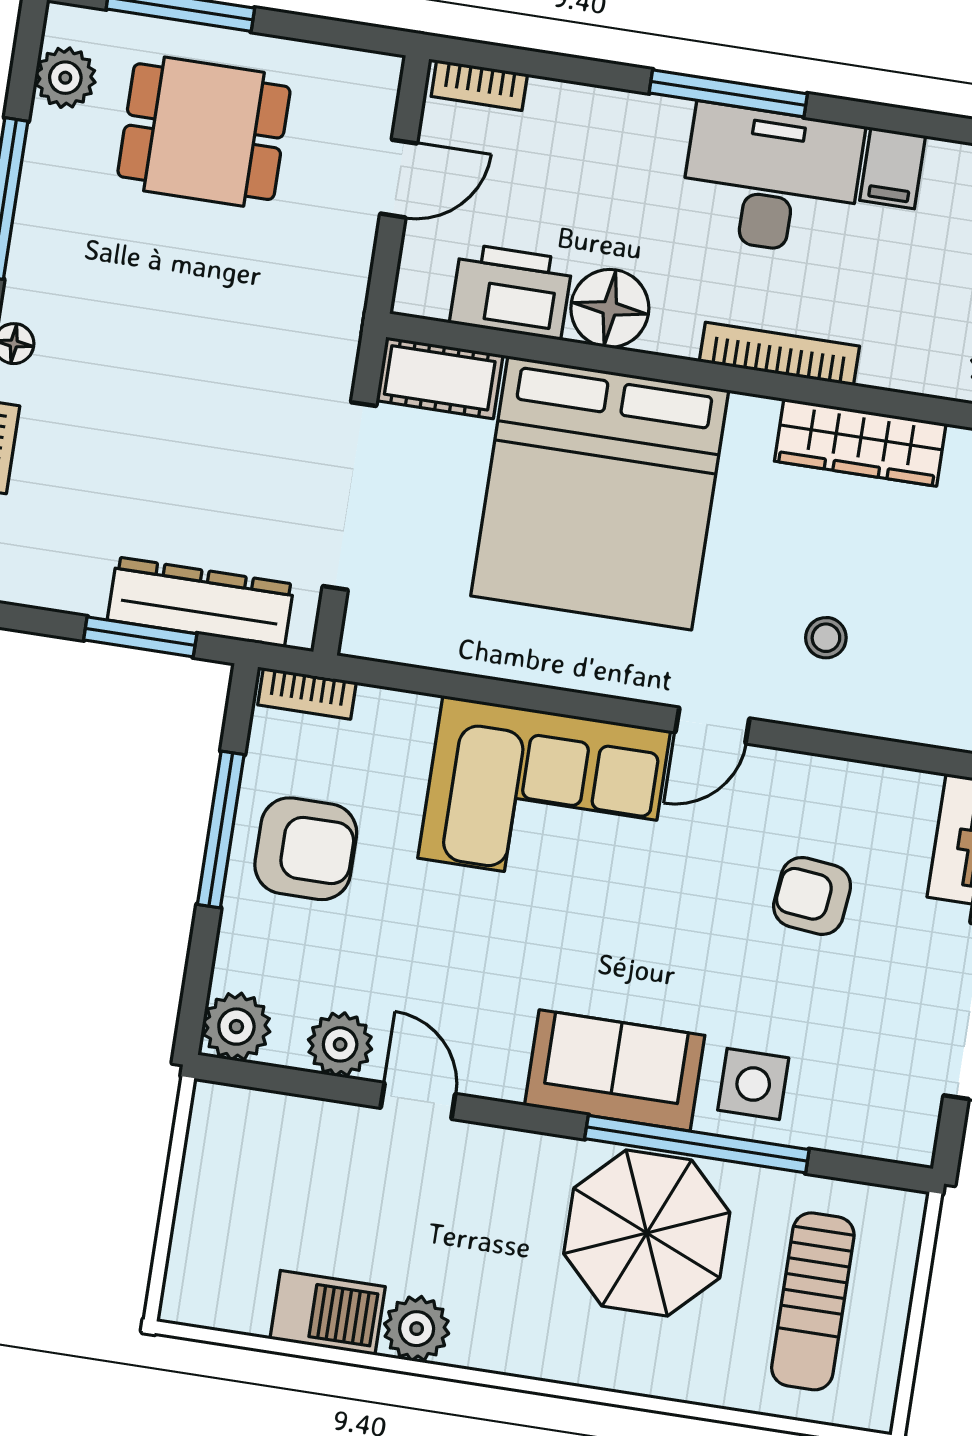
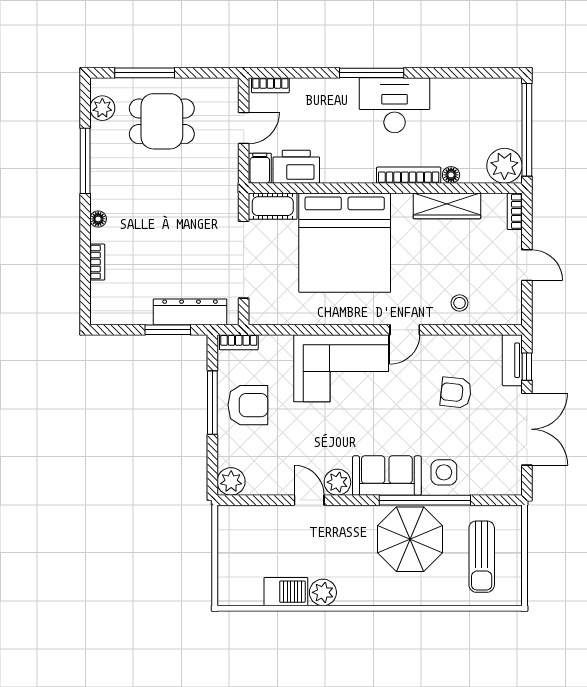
filing cabinet: (893, 168) -> (260, 168), moved, turned 180
floor lamp: (610, 308) -> (451, 175), moved, width x0.53, depth x0.53
stool: (826, 638) -> (460, 303), moved
plant: (340, 1044) -> (337, 482), moved

